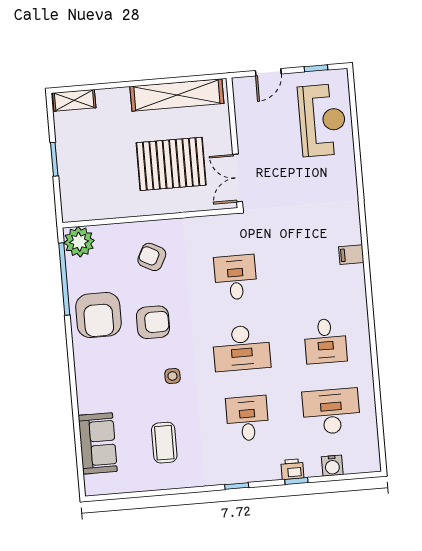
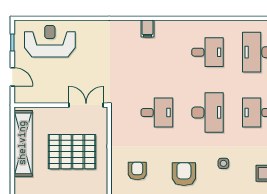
pallet: (171, 164) -> (72, 152), turned 90
double door: (237, 178) -> (86, 105), swing flipped
armchair: (152, 257) -> (137, 171), turned 153
desk: (236, 277) -> (157, 112), turned 180

